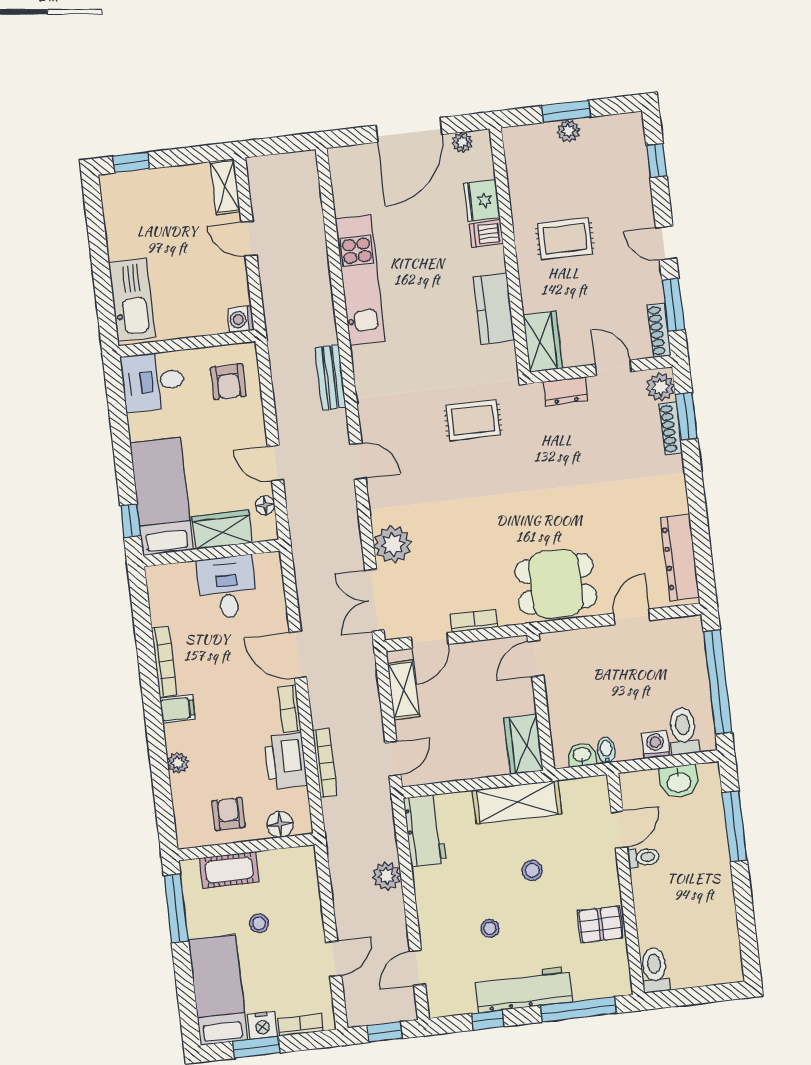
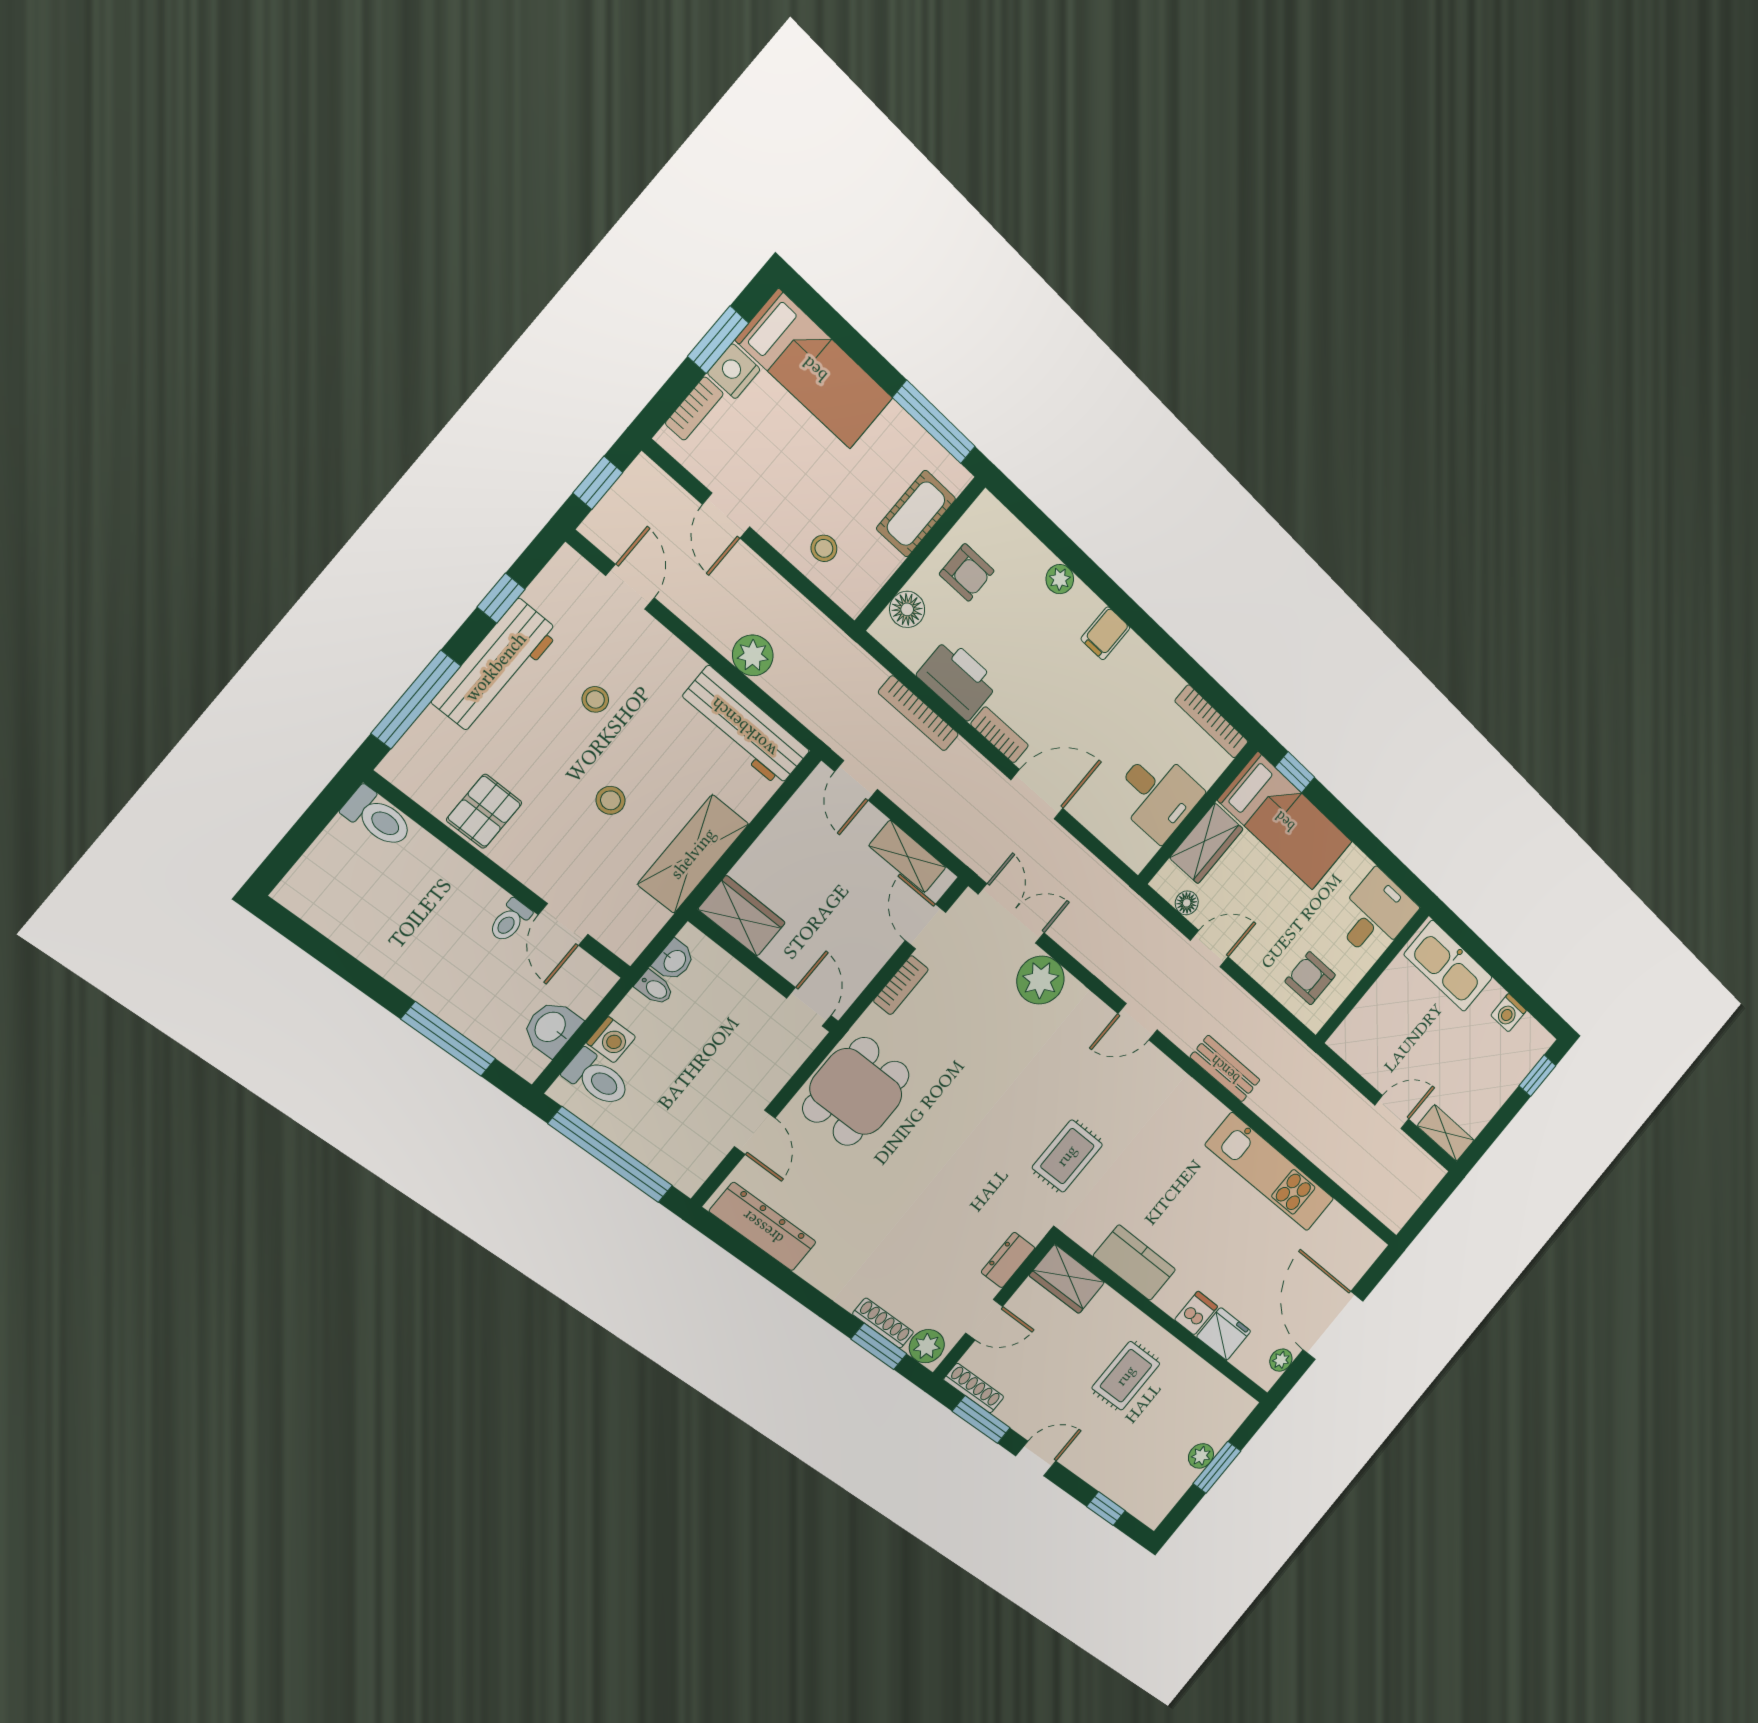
washing machine: (241, 319) -> (1509, 1013), moved, turned 180
bookcase: (164, 661) -> (1212, 722), moved
workbench: (425, 831) -> (744, 727), width x1.38
stool: (259, 923) -> (824, 548), moved

